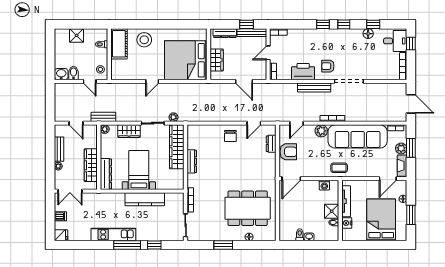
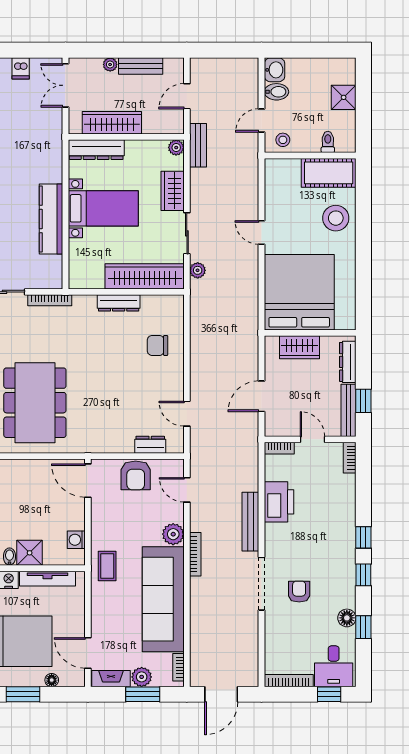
armchair: (328, 66) -> (299, 592), moved
chair: (230, 136) -> (157, 345), moved

